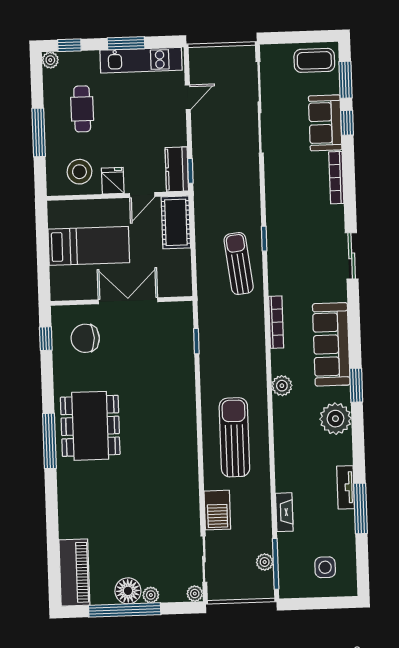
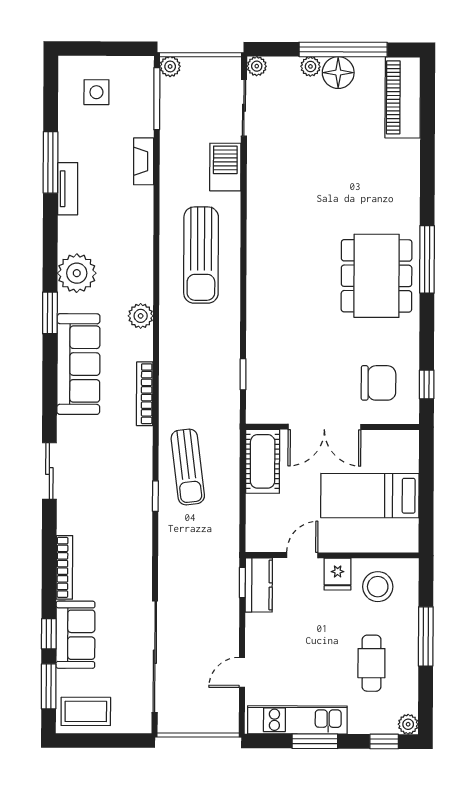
cot: (176, 222) -> (263, 461), moved
plant: (265, 562) -> (170, 66), moved

